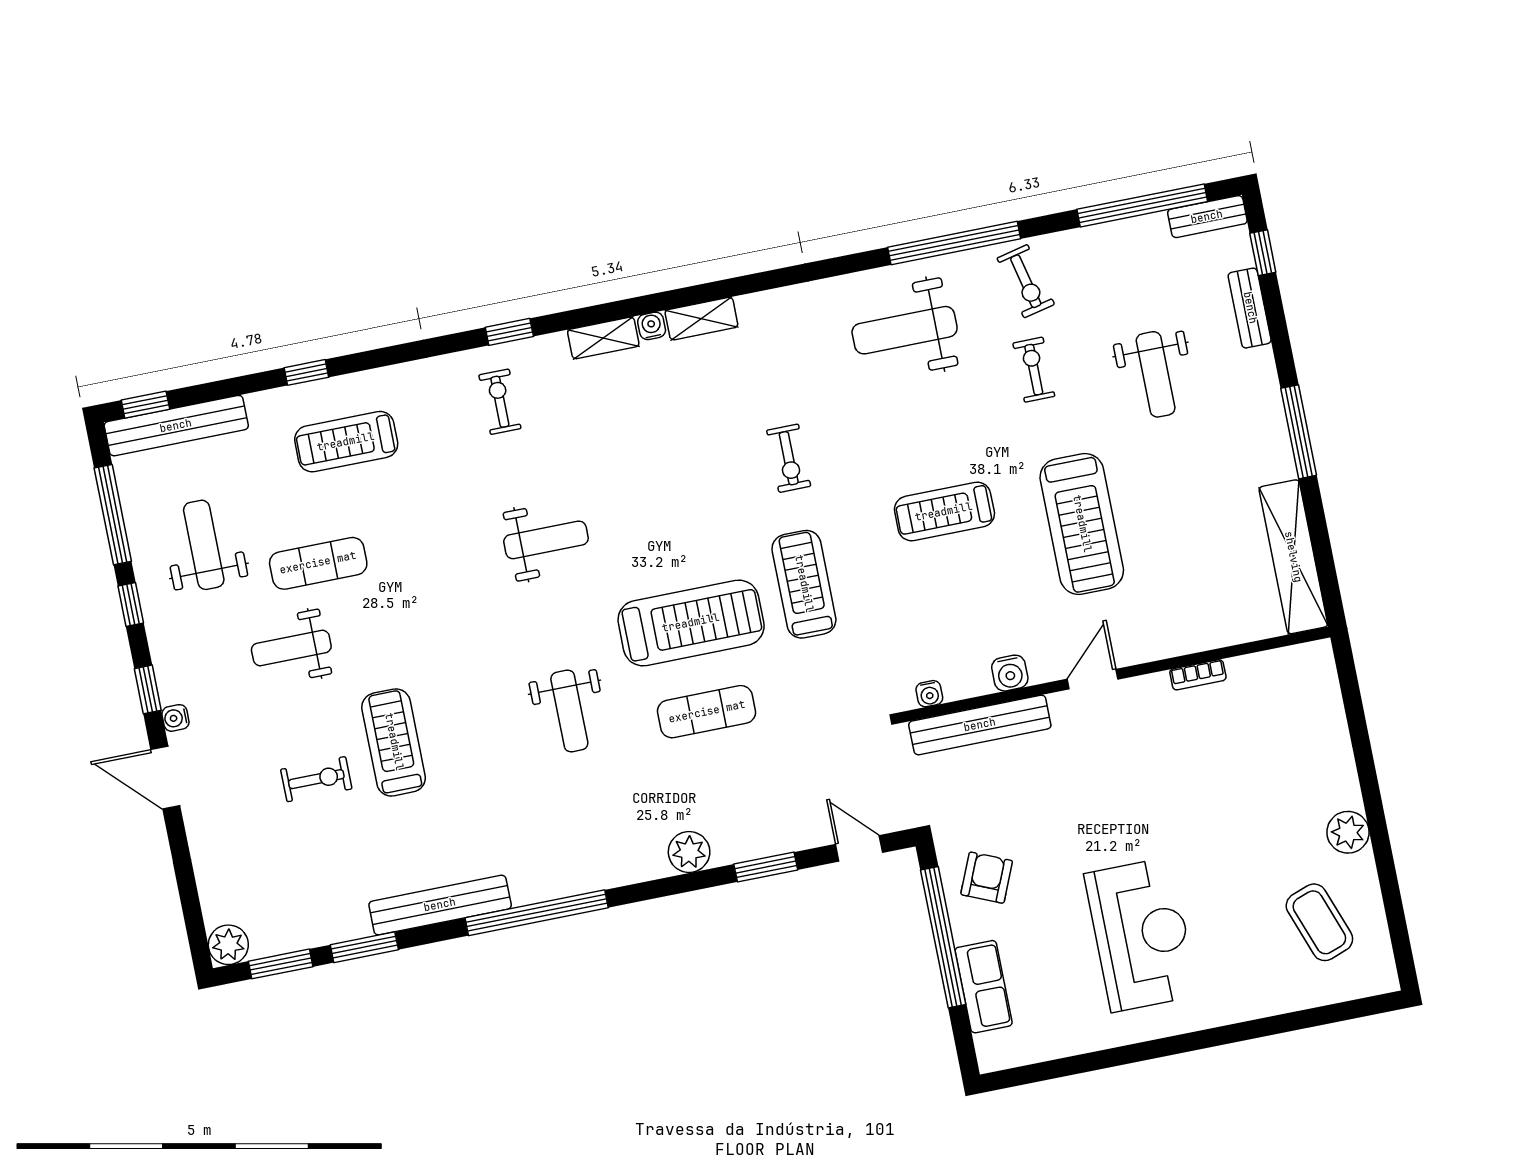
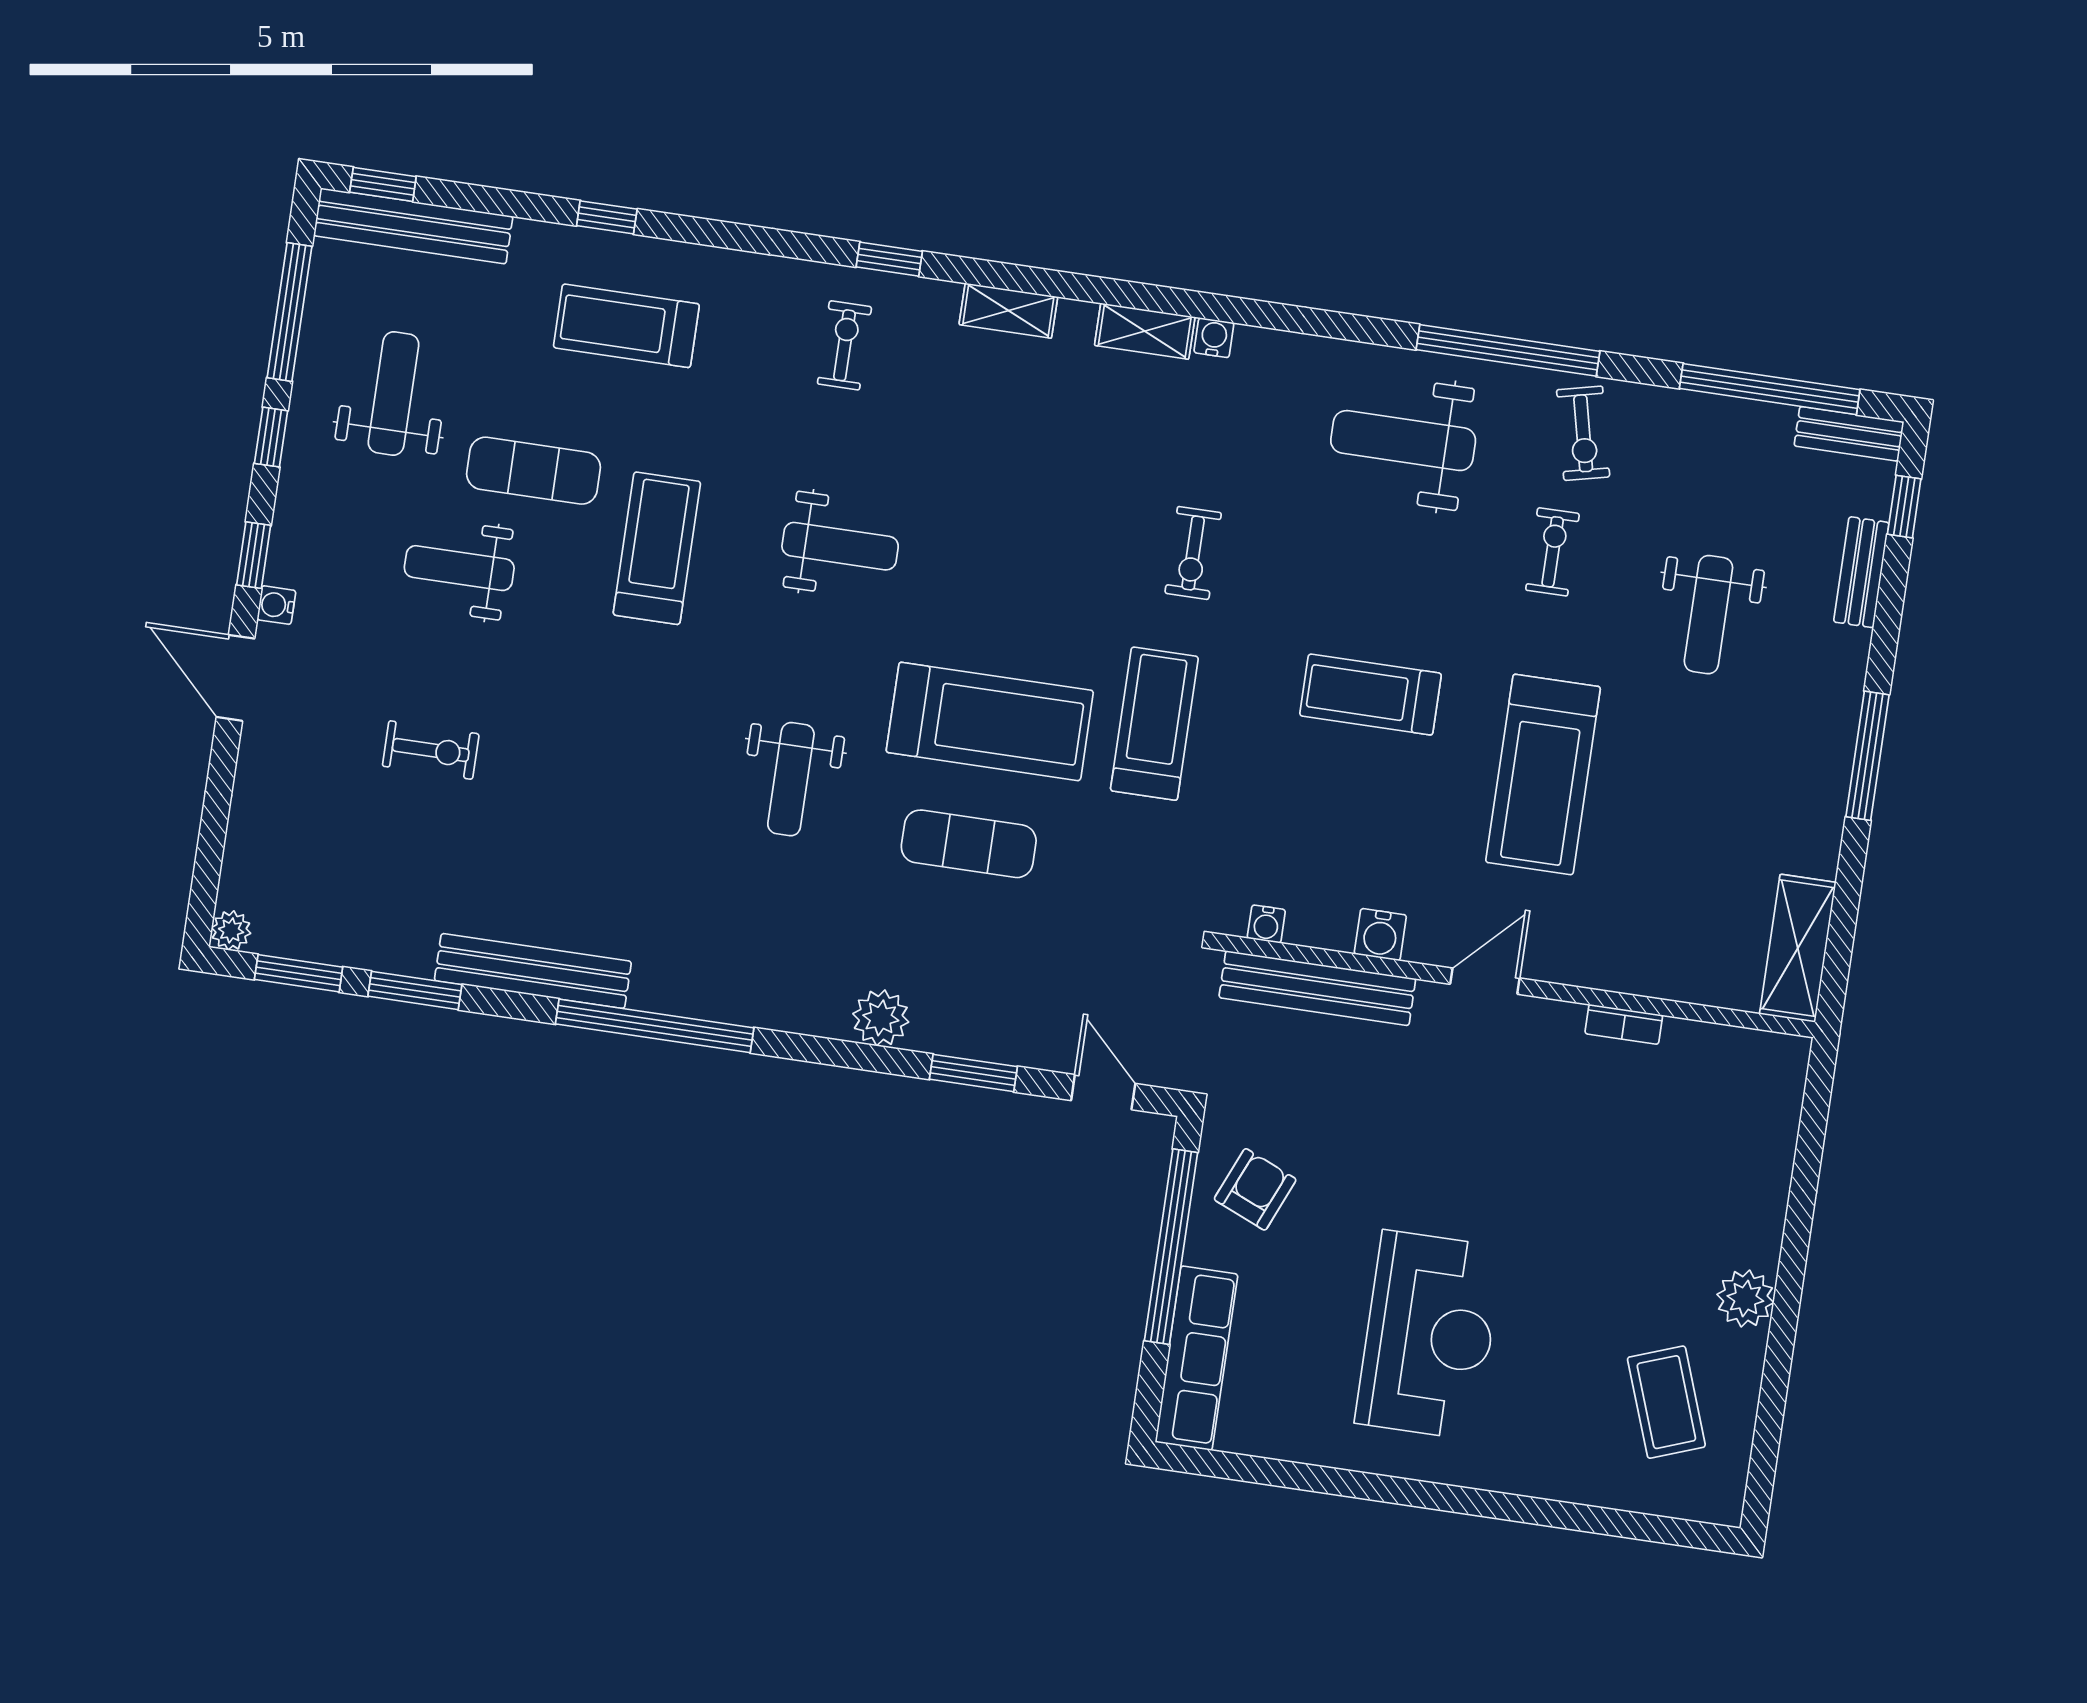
water cooler: (652, 326) -> (1214, 338), moved
shelving: (1293, 557) -> (1798, 948), width x0.68
treadmill: (394, 742) -> (657, 548), moved
plant: (228, 945) -> (231, 930), width x0.73, depth x0.73
row of seats: (984, 987) -> (1196, 1358), width x1.48

